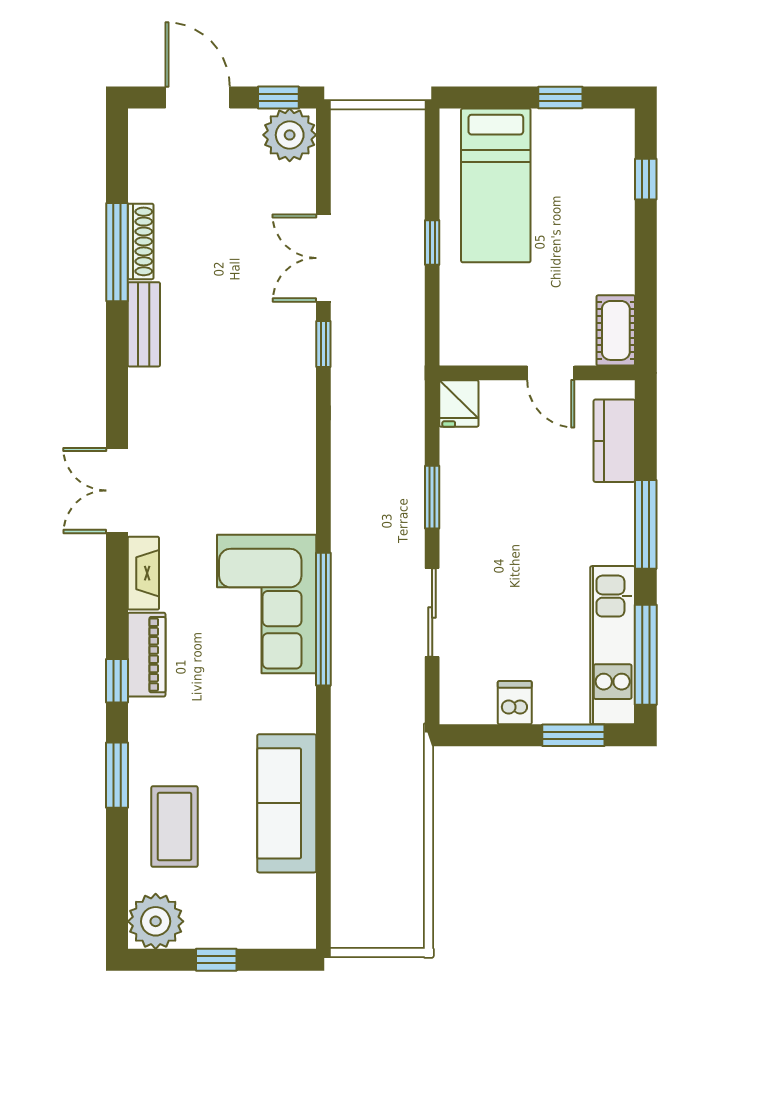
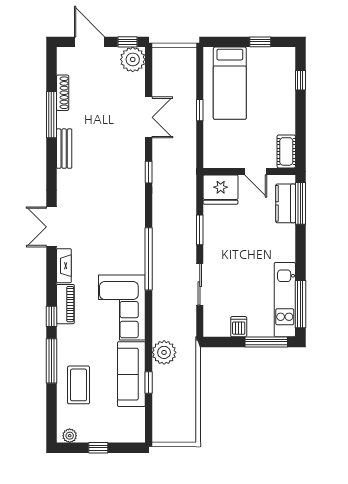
shoe rack: (141, 241) -> (63, 93), moved
double door: (323, 258) -> (149, 117), swing flipped
window: (323, 344) -> (149, 172), moved
fridge: (459, 403) -> (221, 190), width x1.88, depth x1.34
window: (646, 524) -> (300, 203), moved
corner sofa: (267, 604) -> (122, 308), moved
window: (323, 619) -> (149, 259), moved
window: (573, 735) -> (266, 342), width x1.44
plant: (356, 757) -> (164, 352), added
window: (117, 775) -> (51, 361), width x1.44
window: (323, 821) -> (149, 383), added
plant: (156, 921) -> (70, 436), width x0.53, depth x0.53

